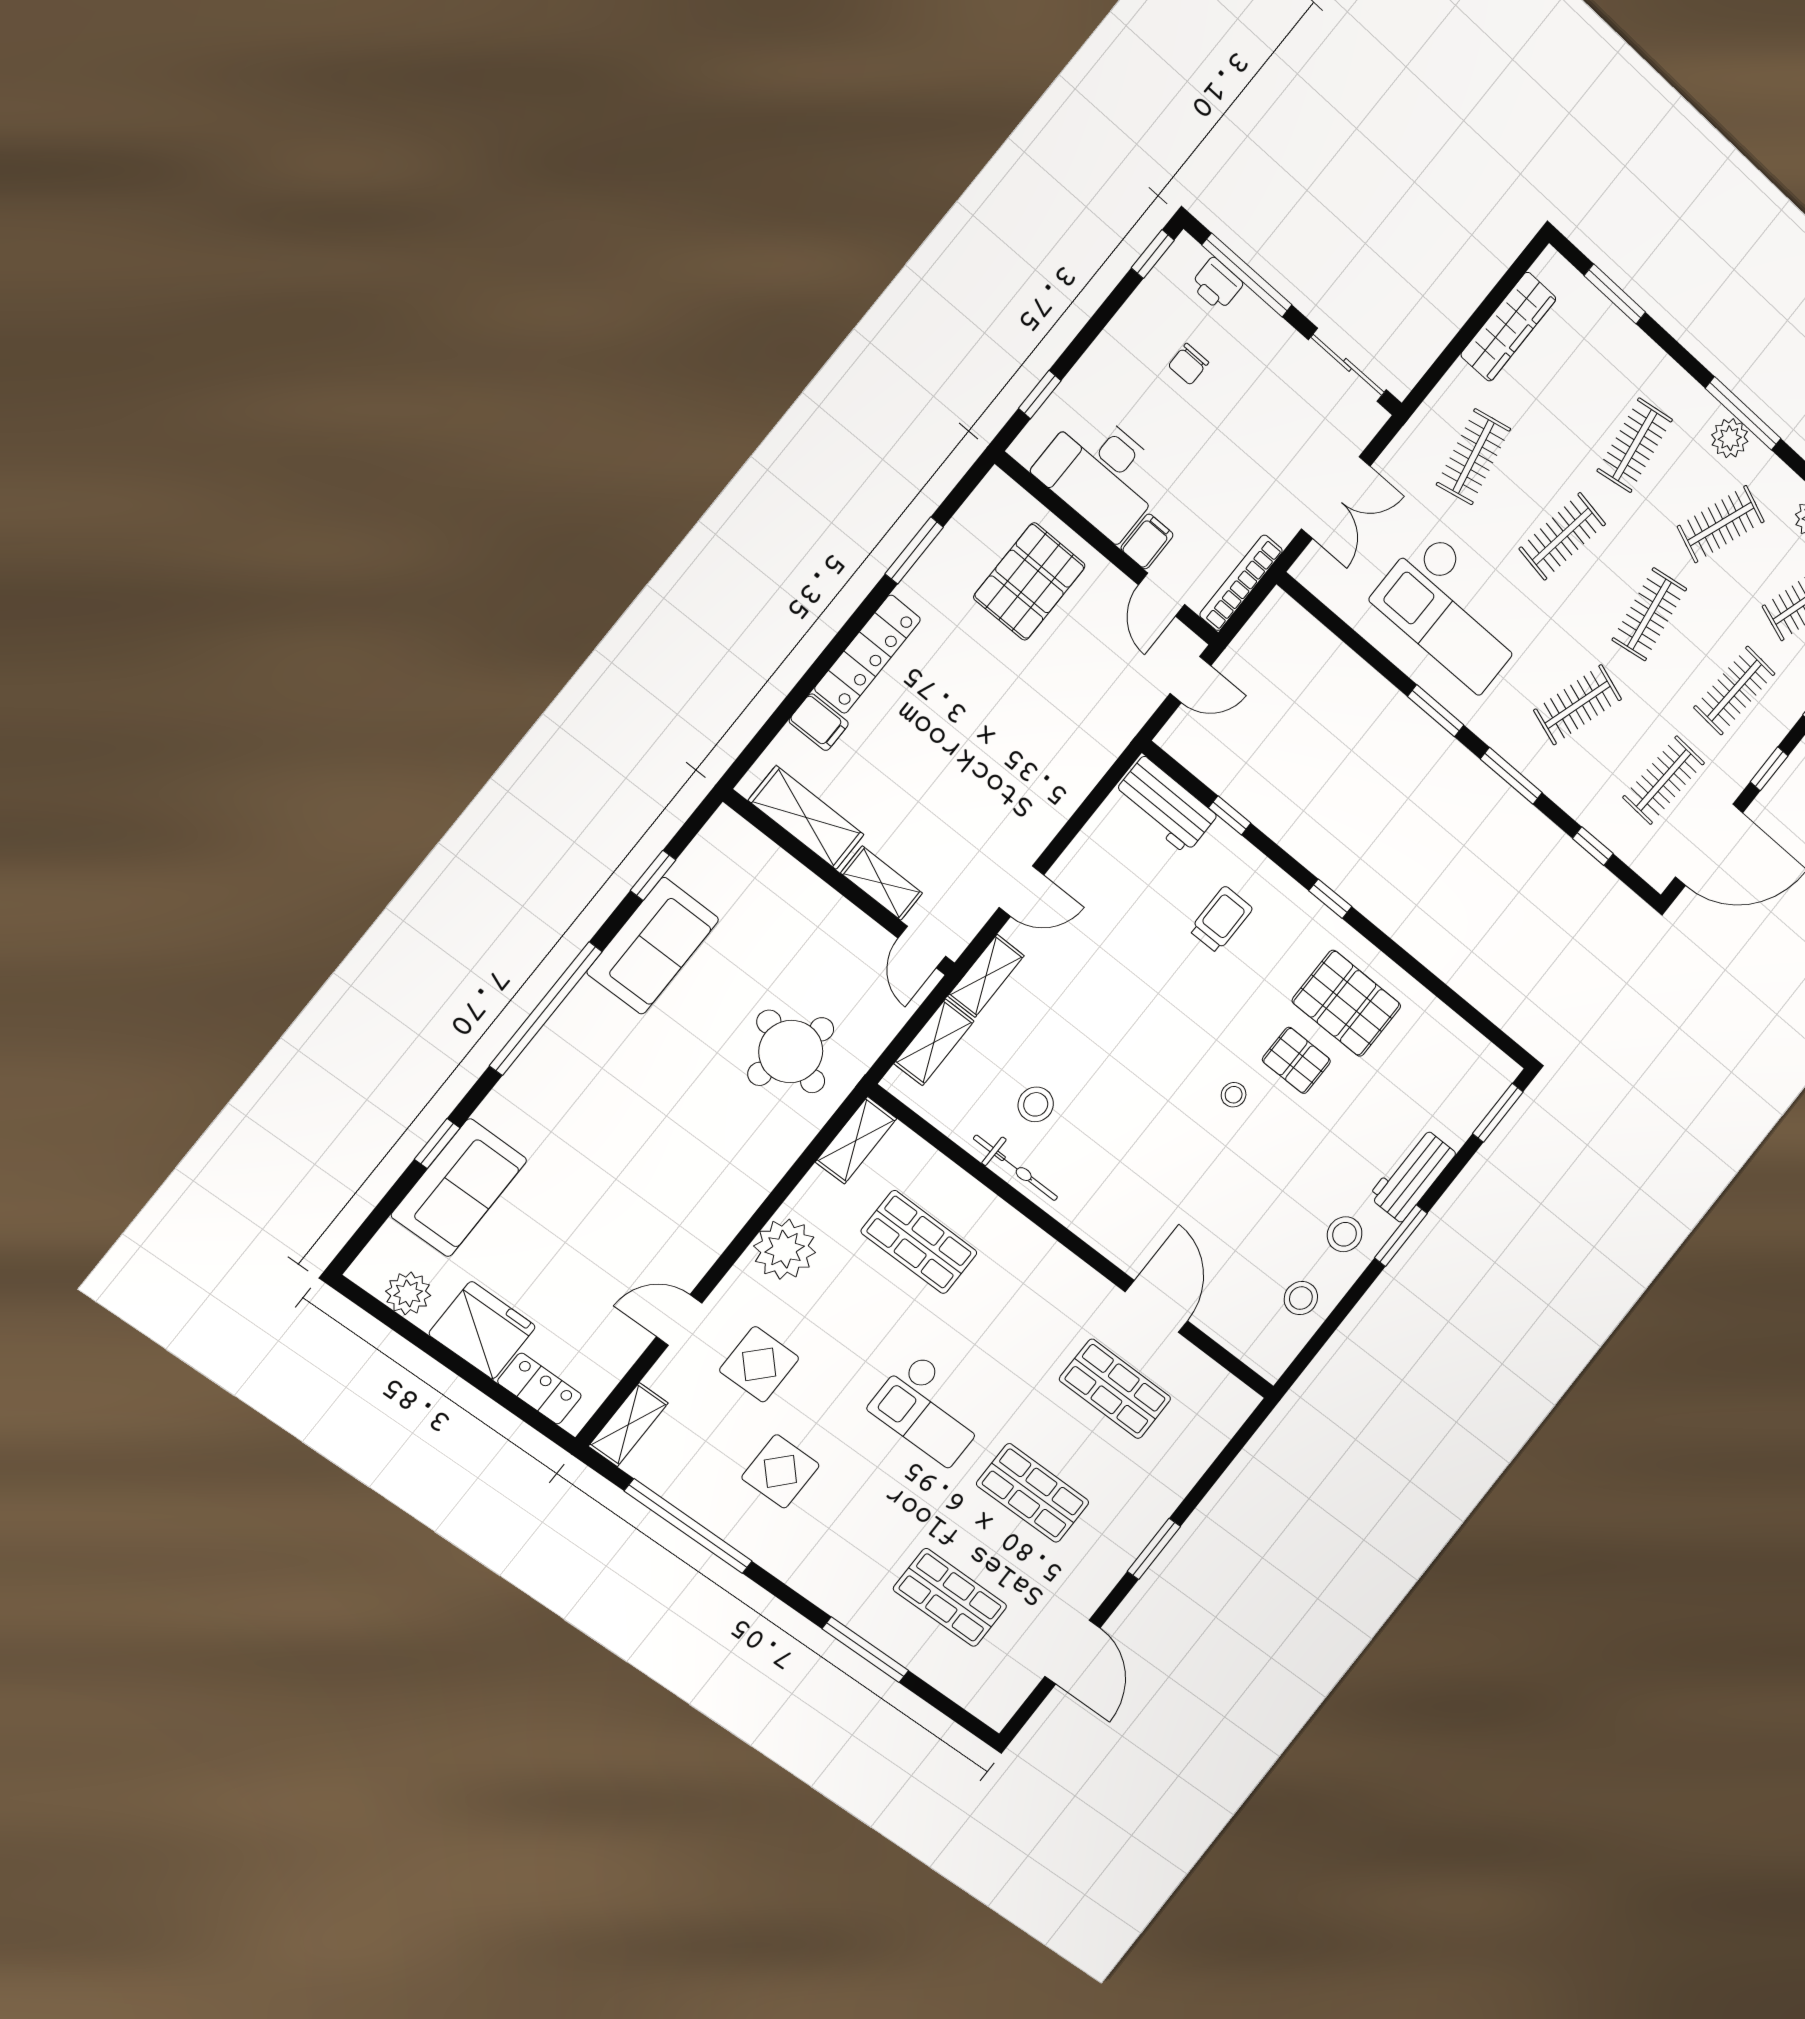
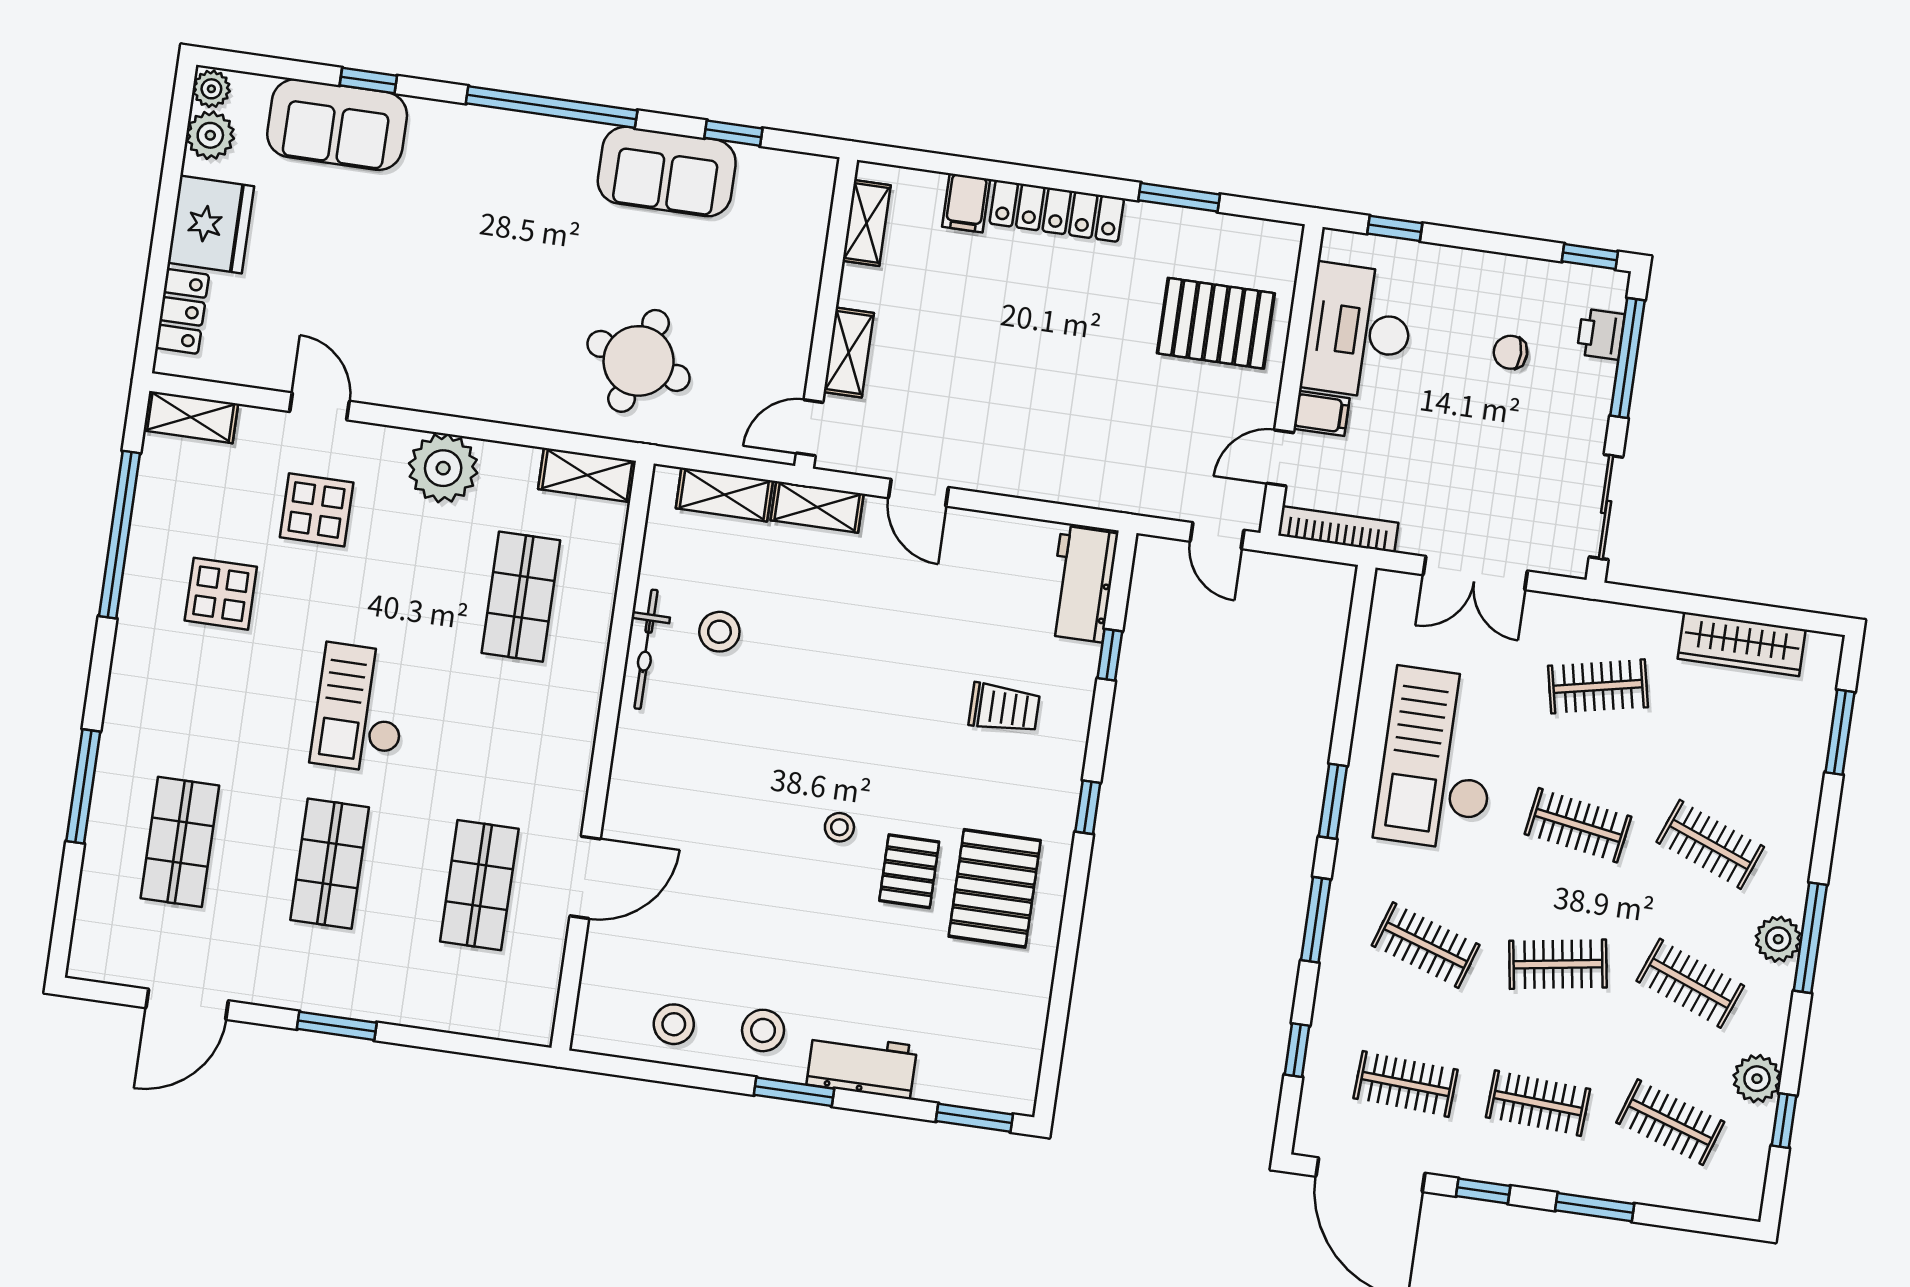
clothes rail: (1635, 445) -> (1710, 844), turned 30
shelving: (806, 818) -> (867, 223), width x0.67, depth x0.75
plant: (370, 1273) -> (211, 89), added

